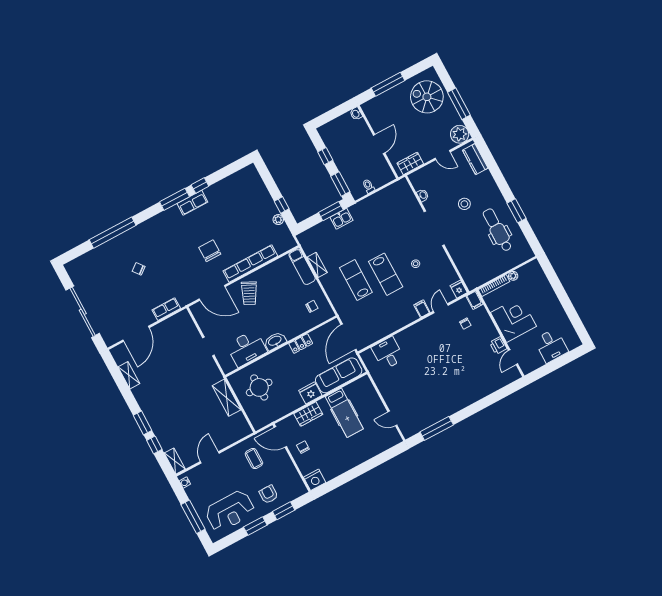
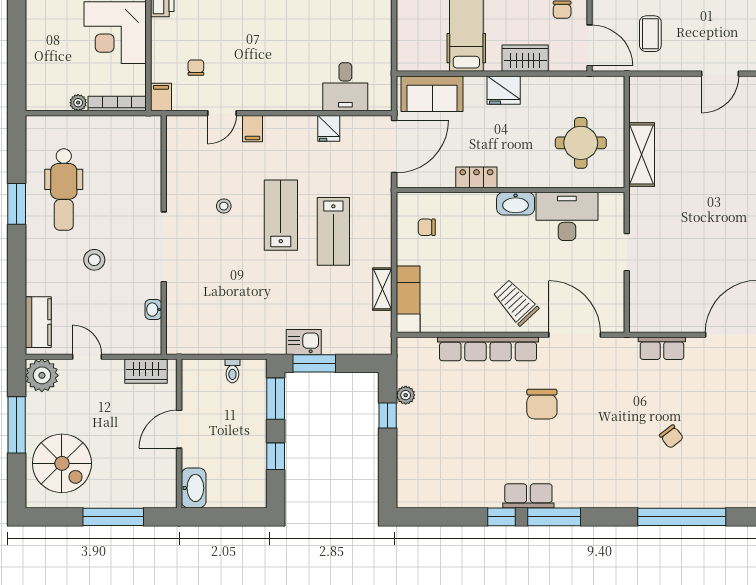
washbasin: (356, 114) -> (194, 488), width x1.91, depth x1.45
fridge: (459, 289) -> (329, 128), moved
trolley: (249, 293) -> (516, 302), turned -69
sofa: (339, 375) -> (432, 94), width x0.73

